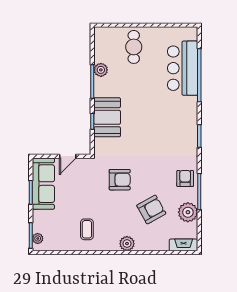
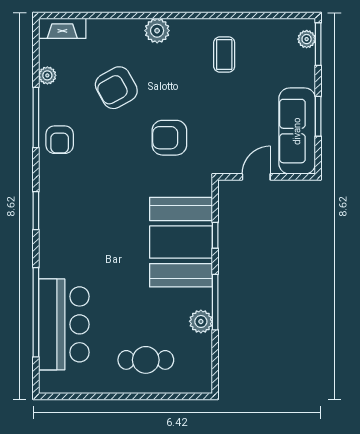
cafe table: (134, 47) -> (146, 360), turned 90
booth: (107, 117) -> (181, 242), width x1.36, depth x1.42
plant: (188, 212) -> (47, 75), width x0.53, depth x0.53

